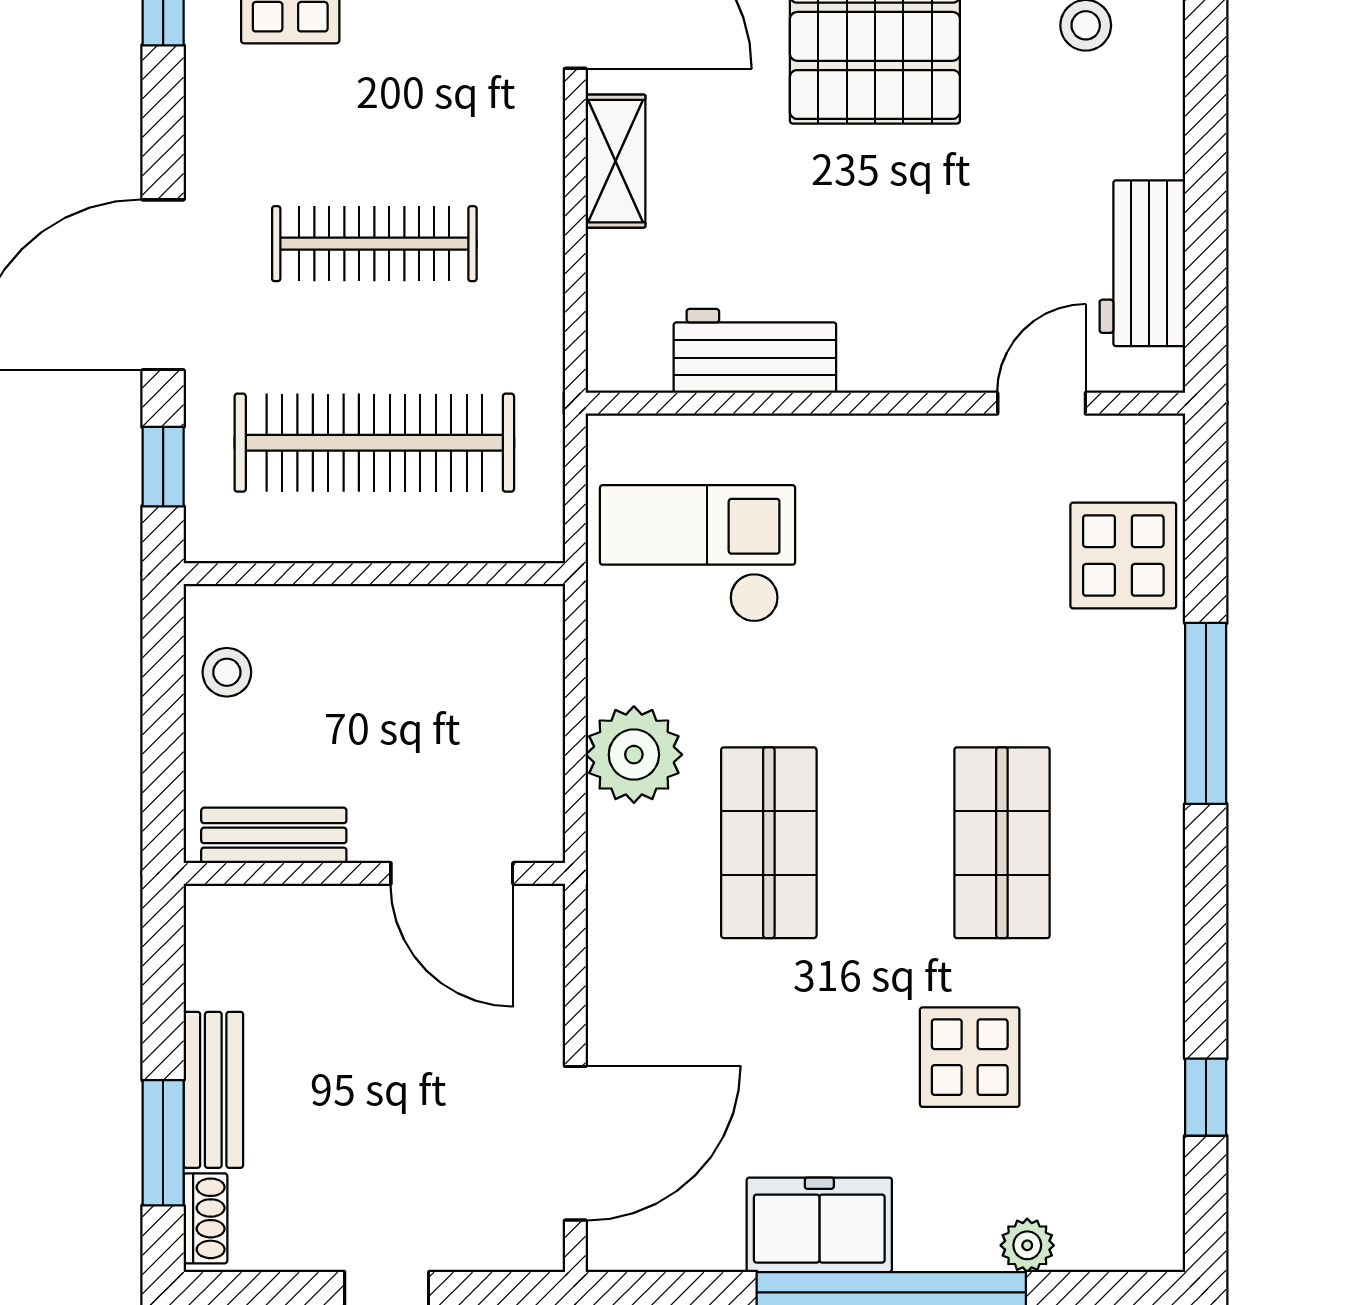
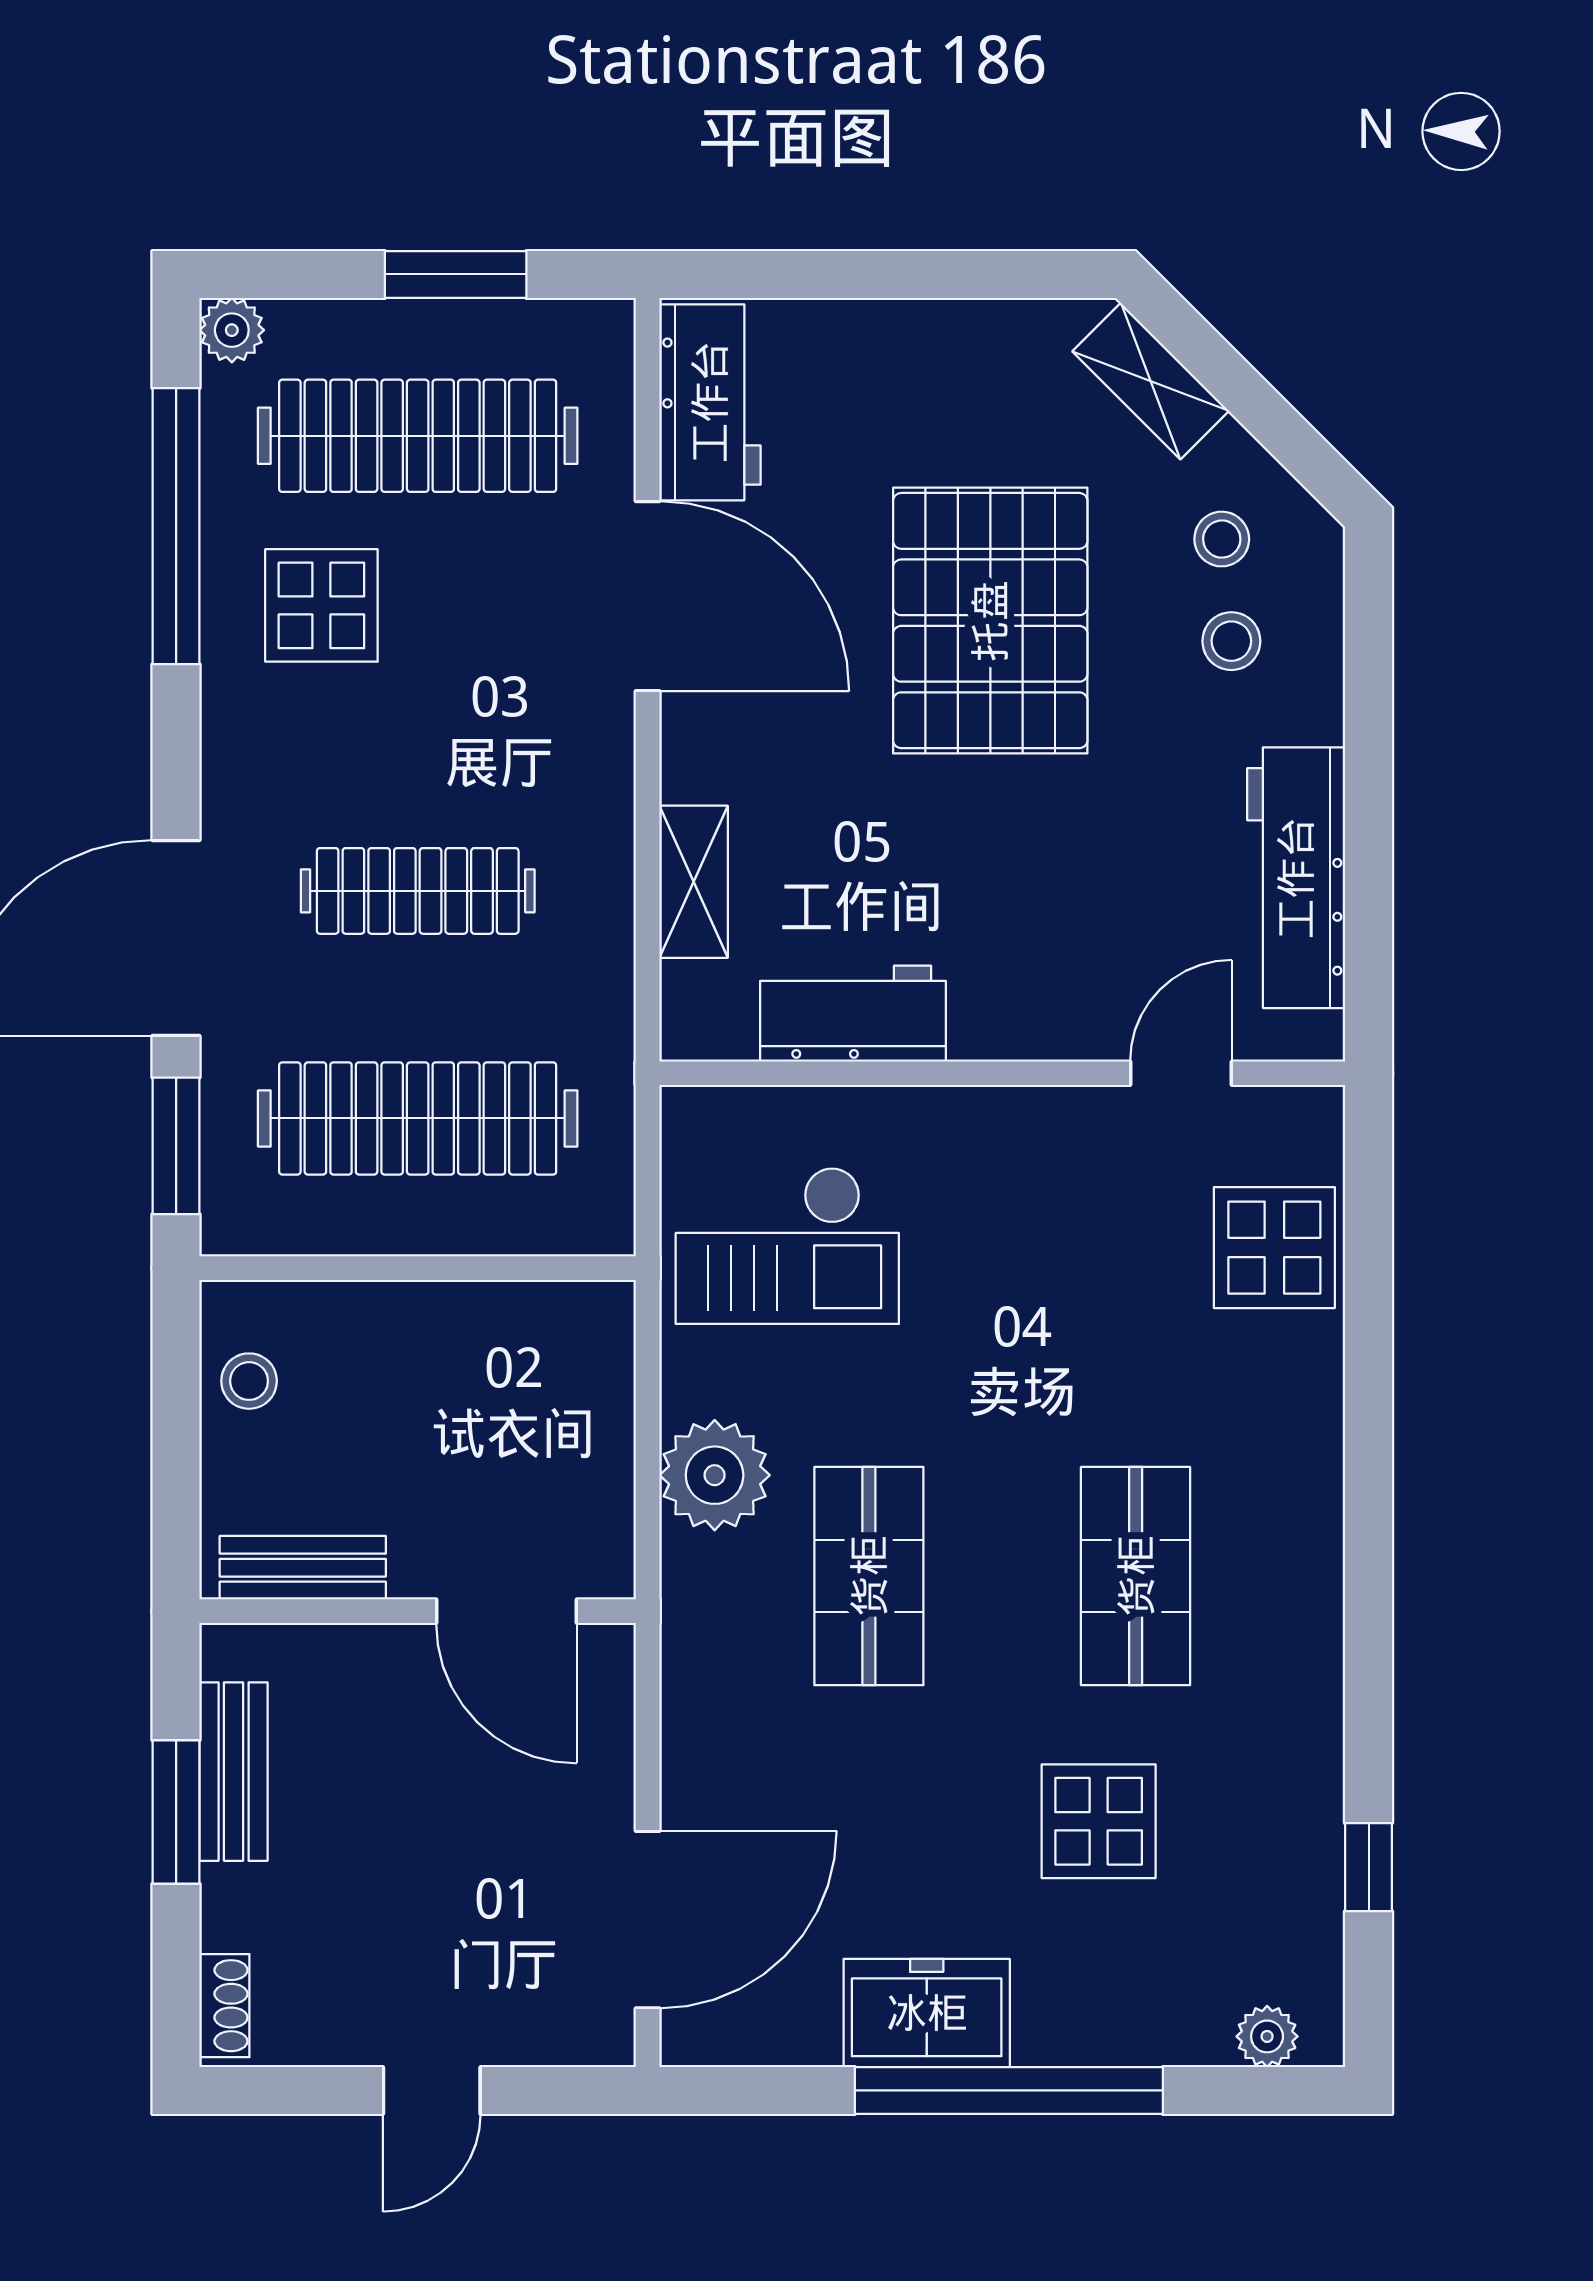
shelving: (615, 161) -> (694, 882), moved
workbench: (1142, 263) -> (1296, 878), width x1.38
window: (163, 467) -> (176, 1146), width x1.50
checkout: (698, 554) -> (787, 1245), turned 180
window: (1206, 713) -> (1369, 1428), removed
bench: (213, 1090) -> (234, 1772), moved
window: (163, 1143) -> (176, 1812), moved
plant: (1027, 1245) -> (1267, 2036), moved

